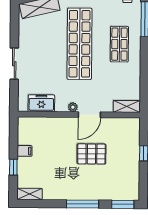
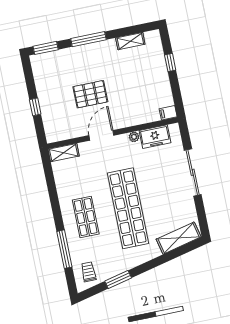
sliding door: (14, 64) -> (193, 172), width x1.37
plant: (73, 107) -> (134, 137), moved
filing cabinet: (25, 151) -> (168, 113), moved
shelving: (30, 194) -> (130, 41), moved

